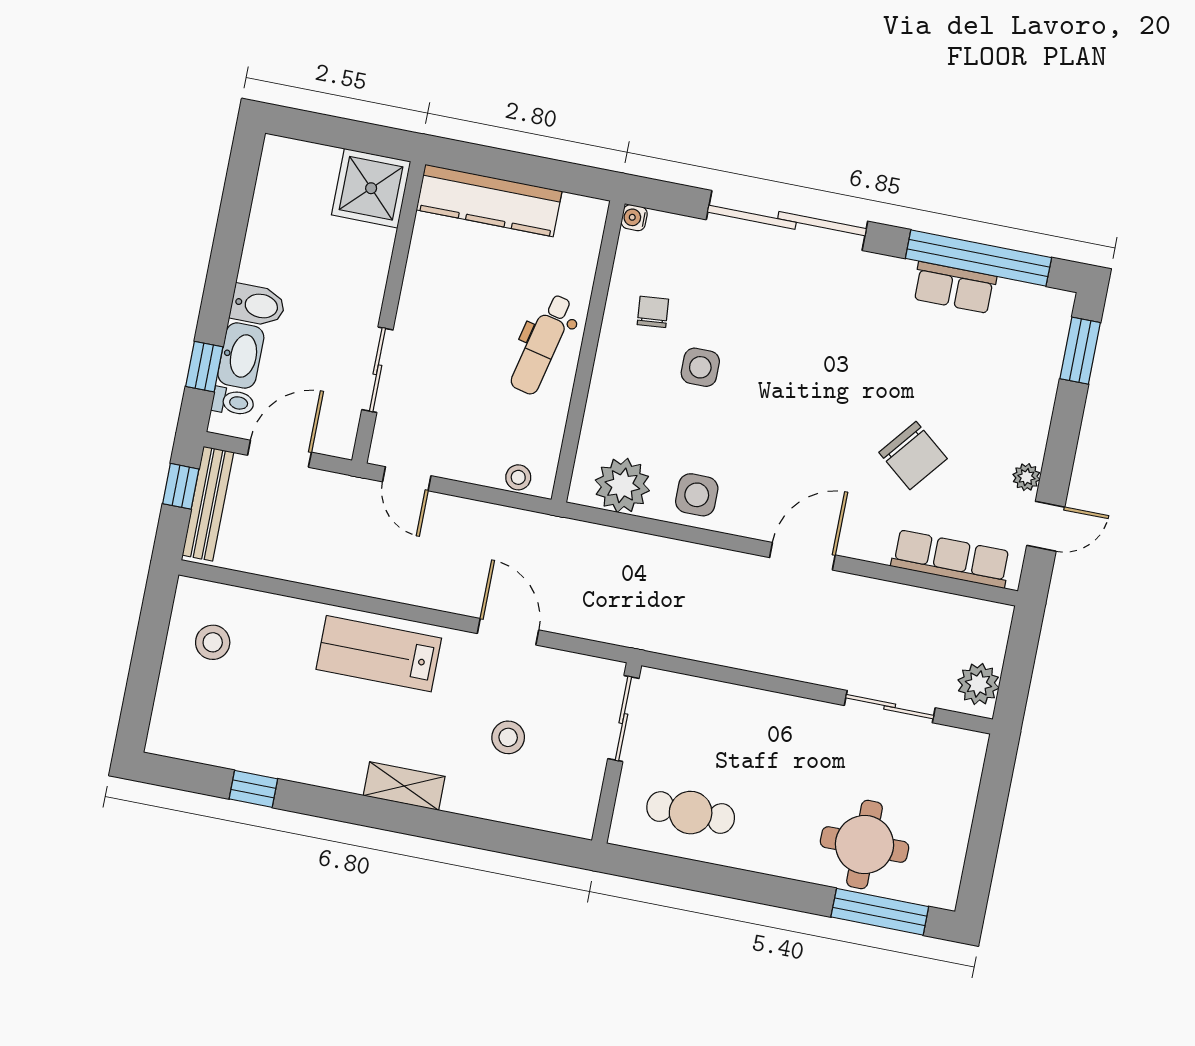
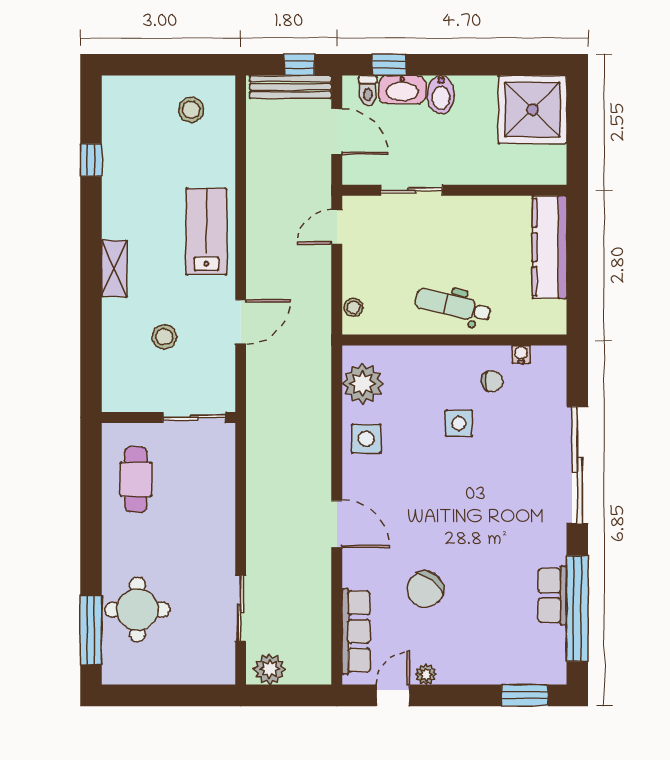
shower: (371, 188) -> (532, 110), moved, width x1.37, depth x1.37
water cooler: (634, 218) -> (521, 354), moved
door: (1046, 526) -> (393, 695), swing flipped

